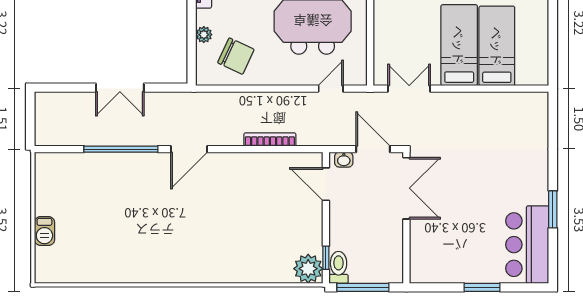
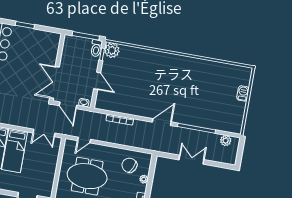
plant: (61, 136) -> (226, 141), added
door: (326, 184) -> (97, 81), moved

